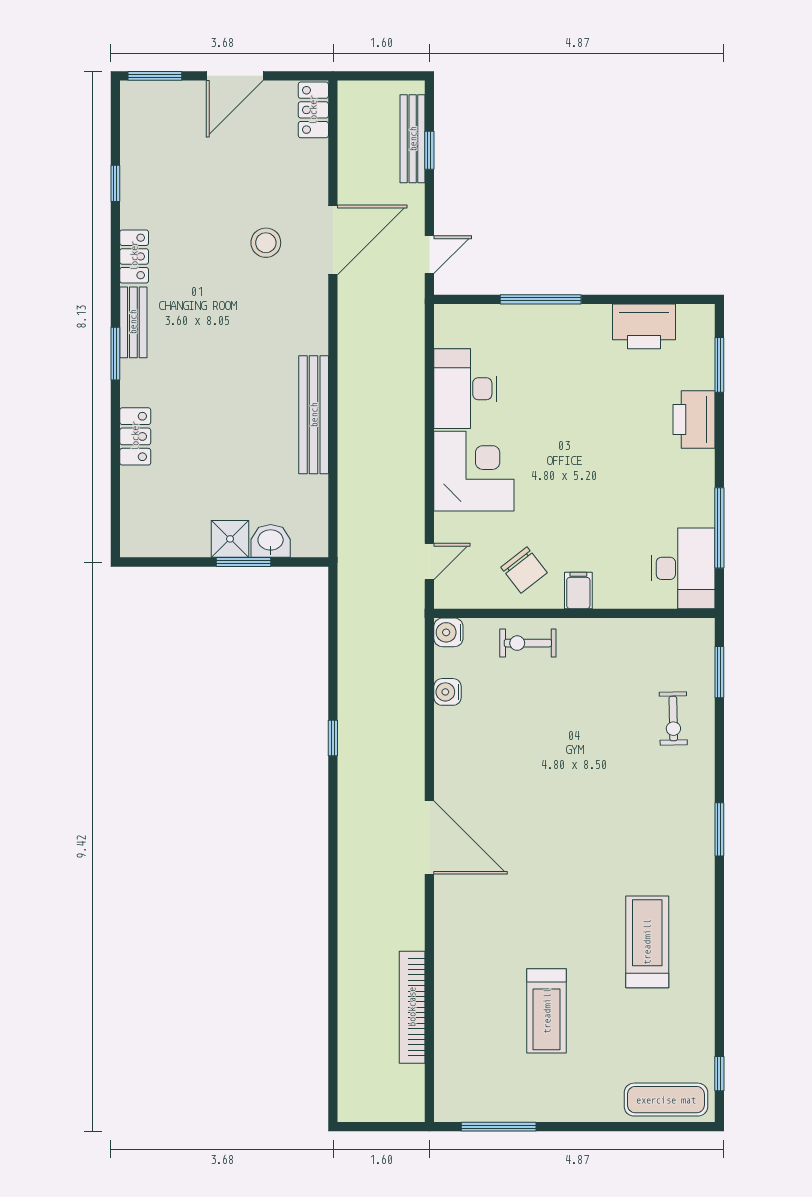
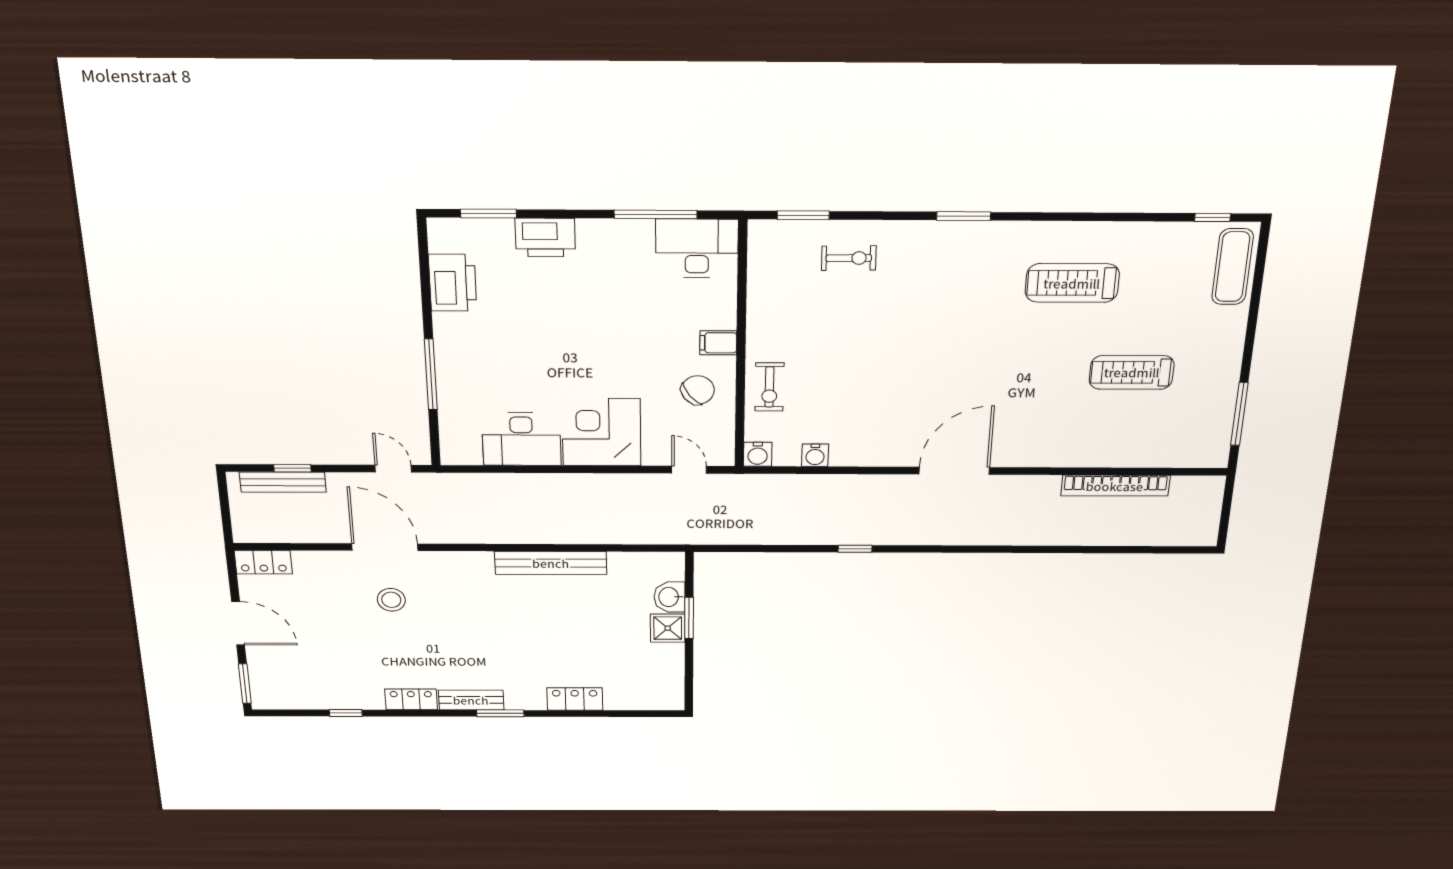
treadmill: (547, 1011) -> (1132, 372), turned 180

